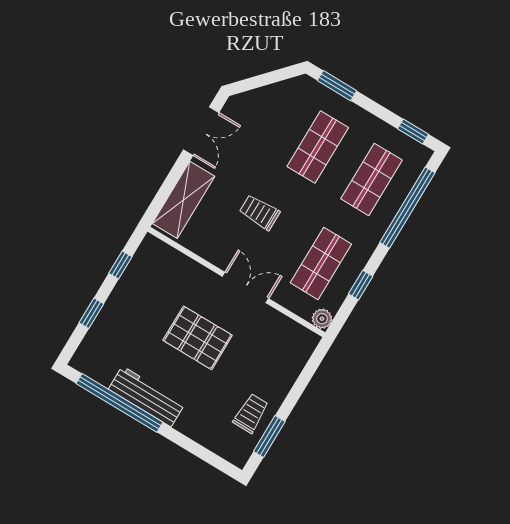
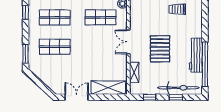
trolley: (260, 212) -> (95, 54), removed
shelving: (183, 264) -> (134, 73), added
bicycle: (106, 328) -> (178, 88), added

